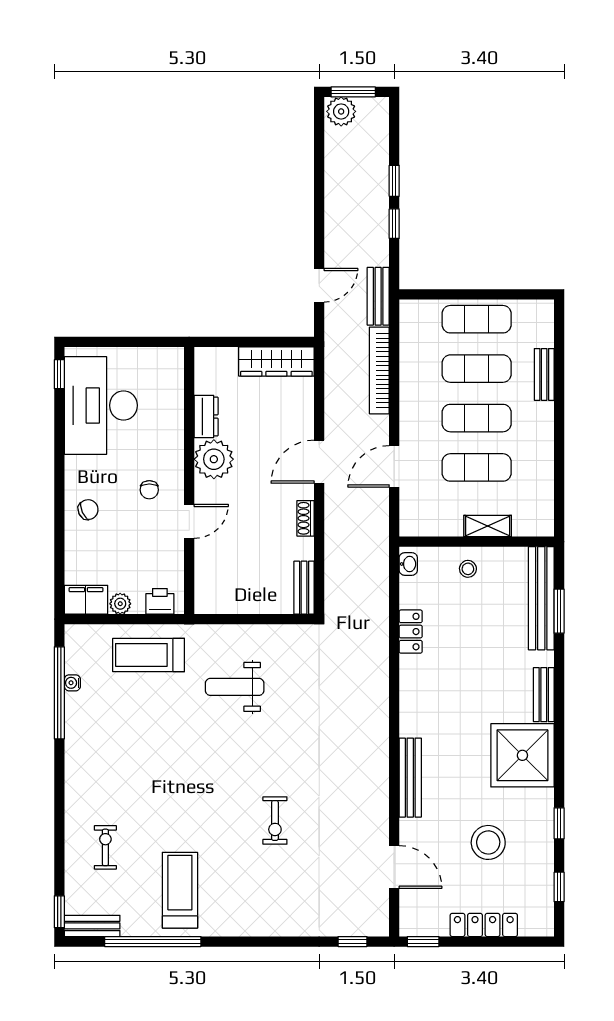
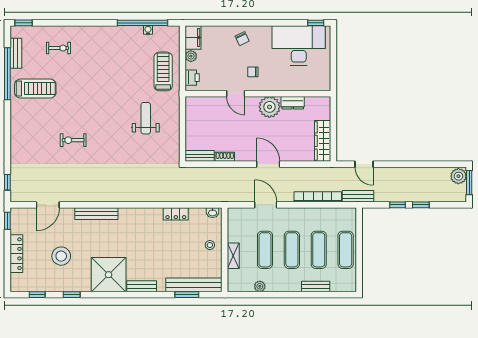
plant: (544, 477) -> (260, 286), added
shoe rack: (306, 518) -> (225, 157), moved
bench: (92, 926) -> (16, 53), moved

